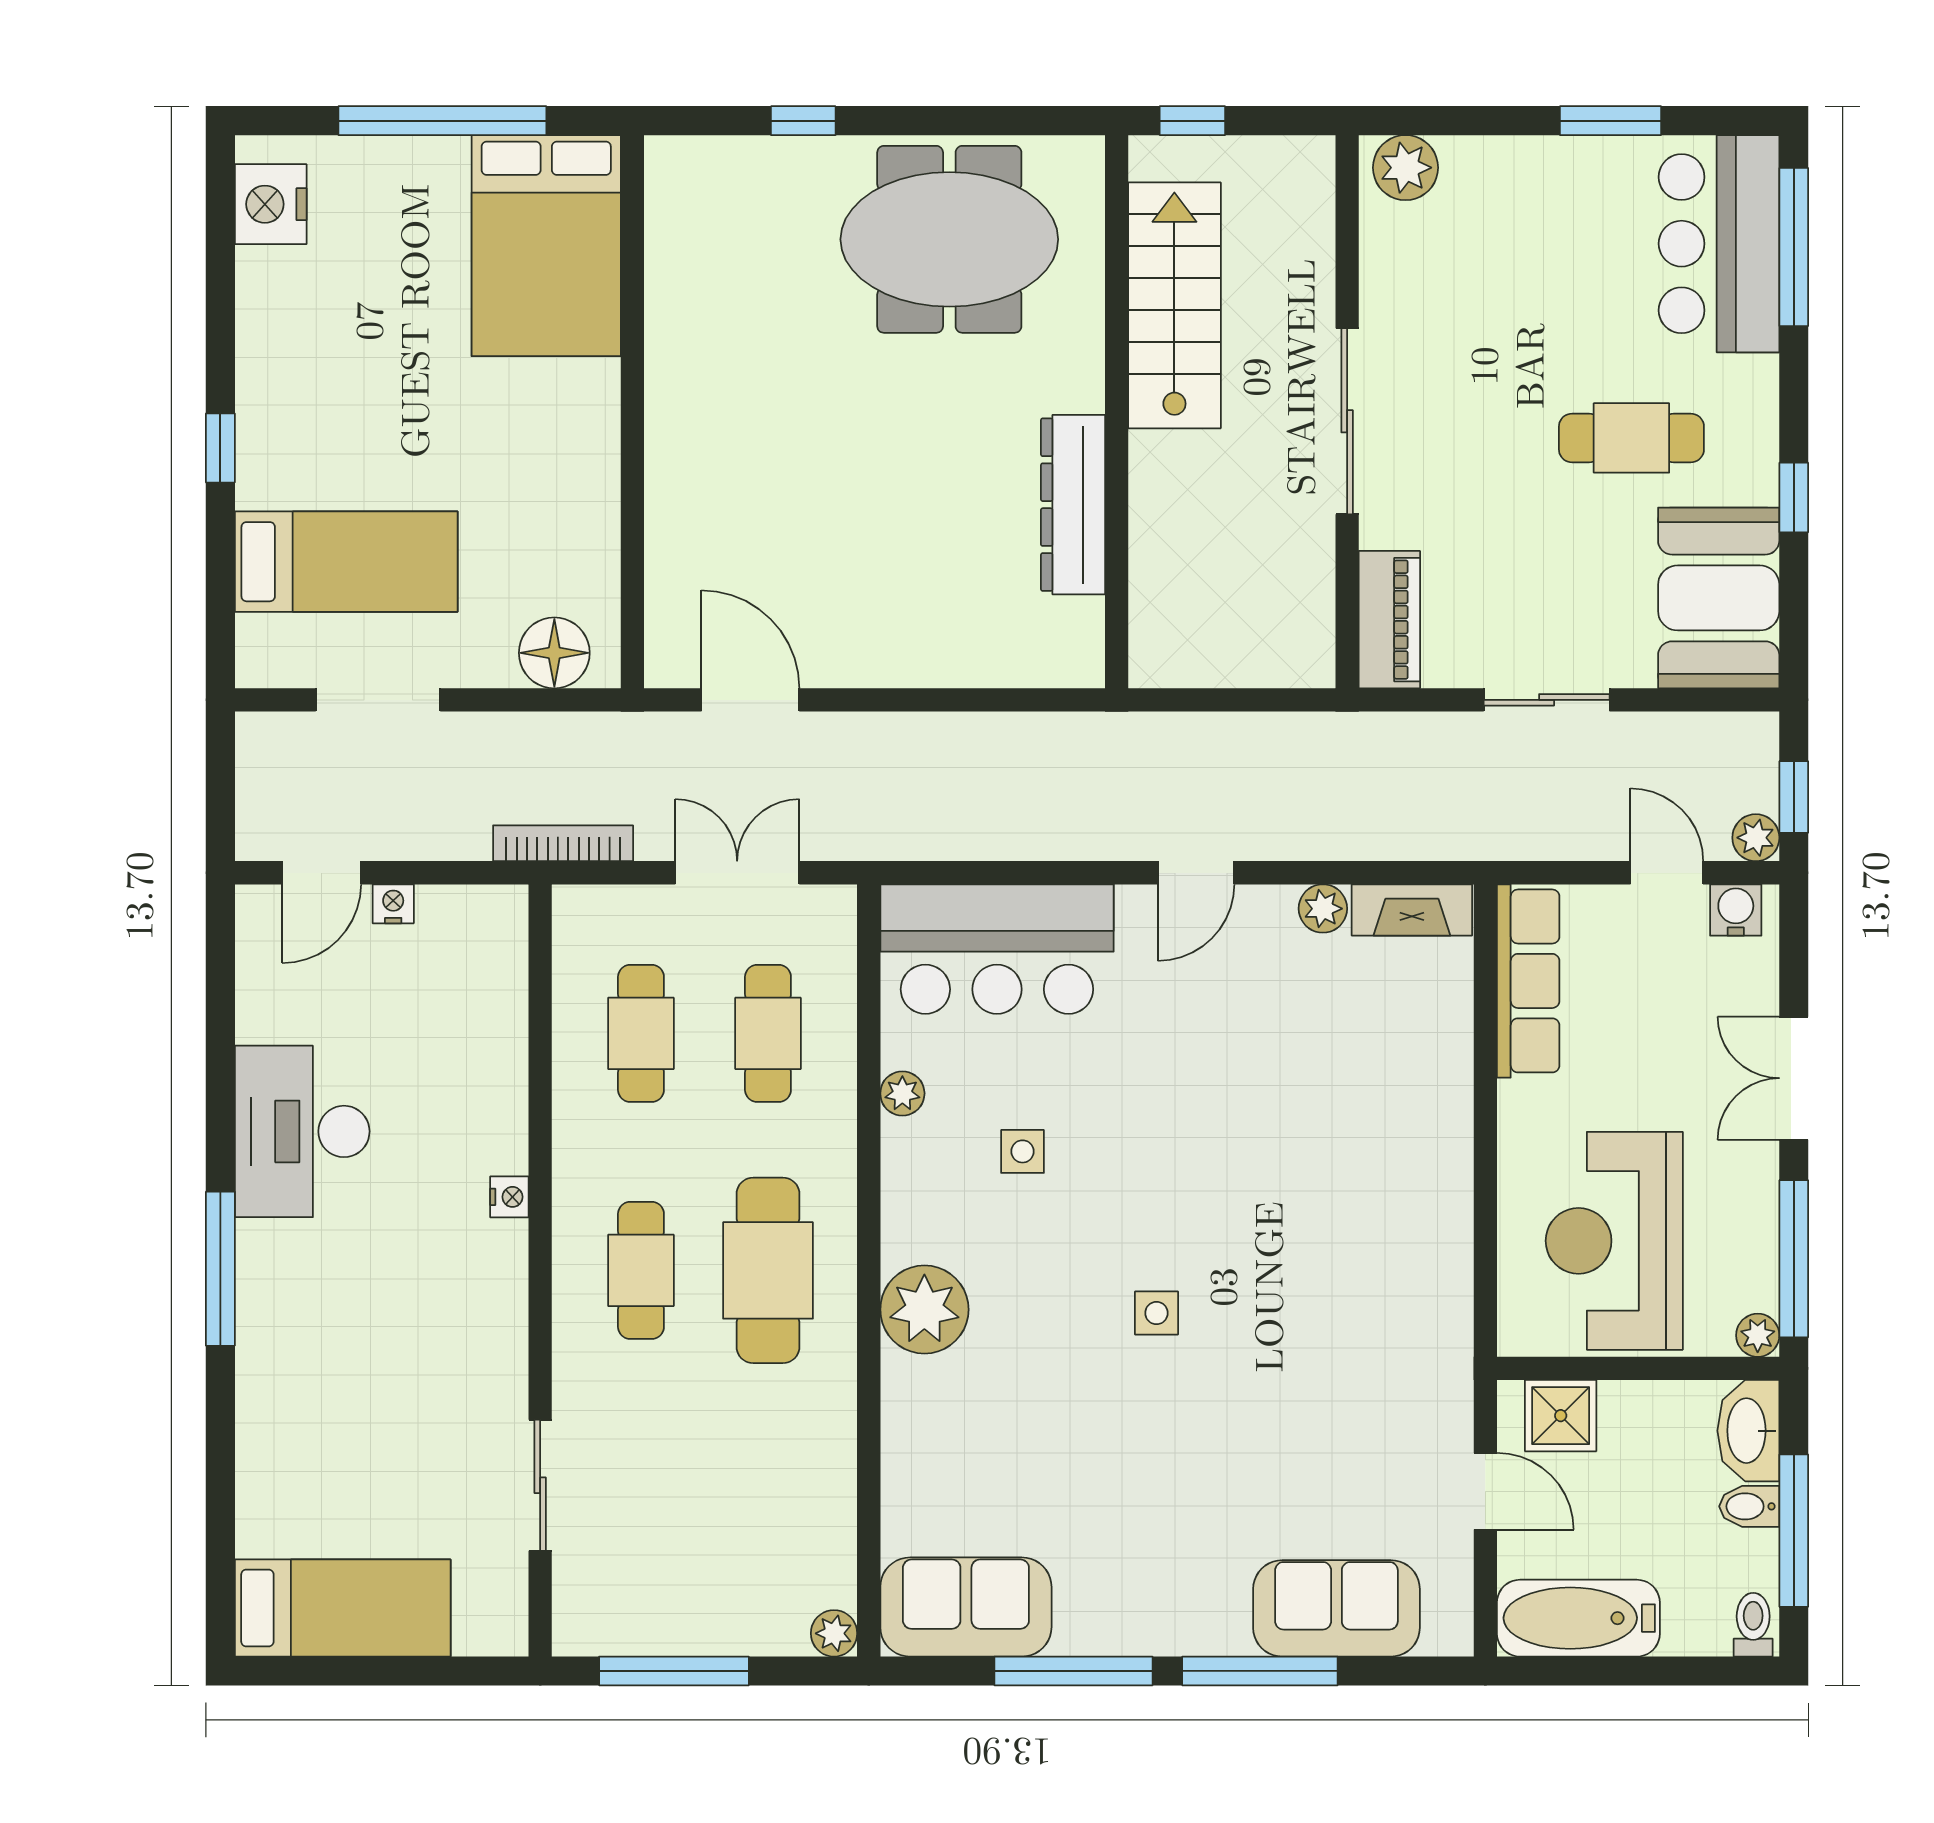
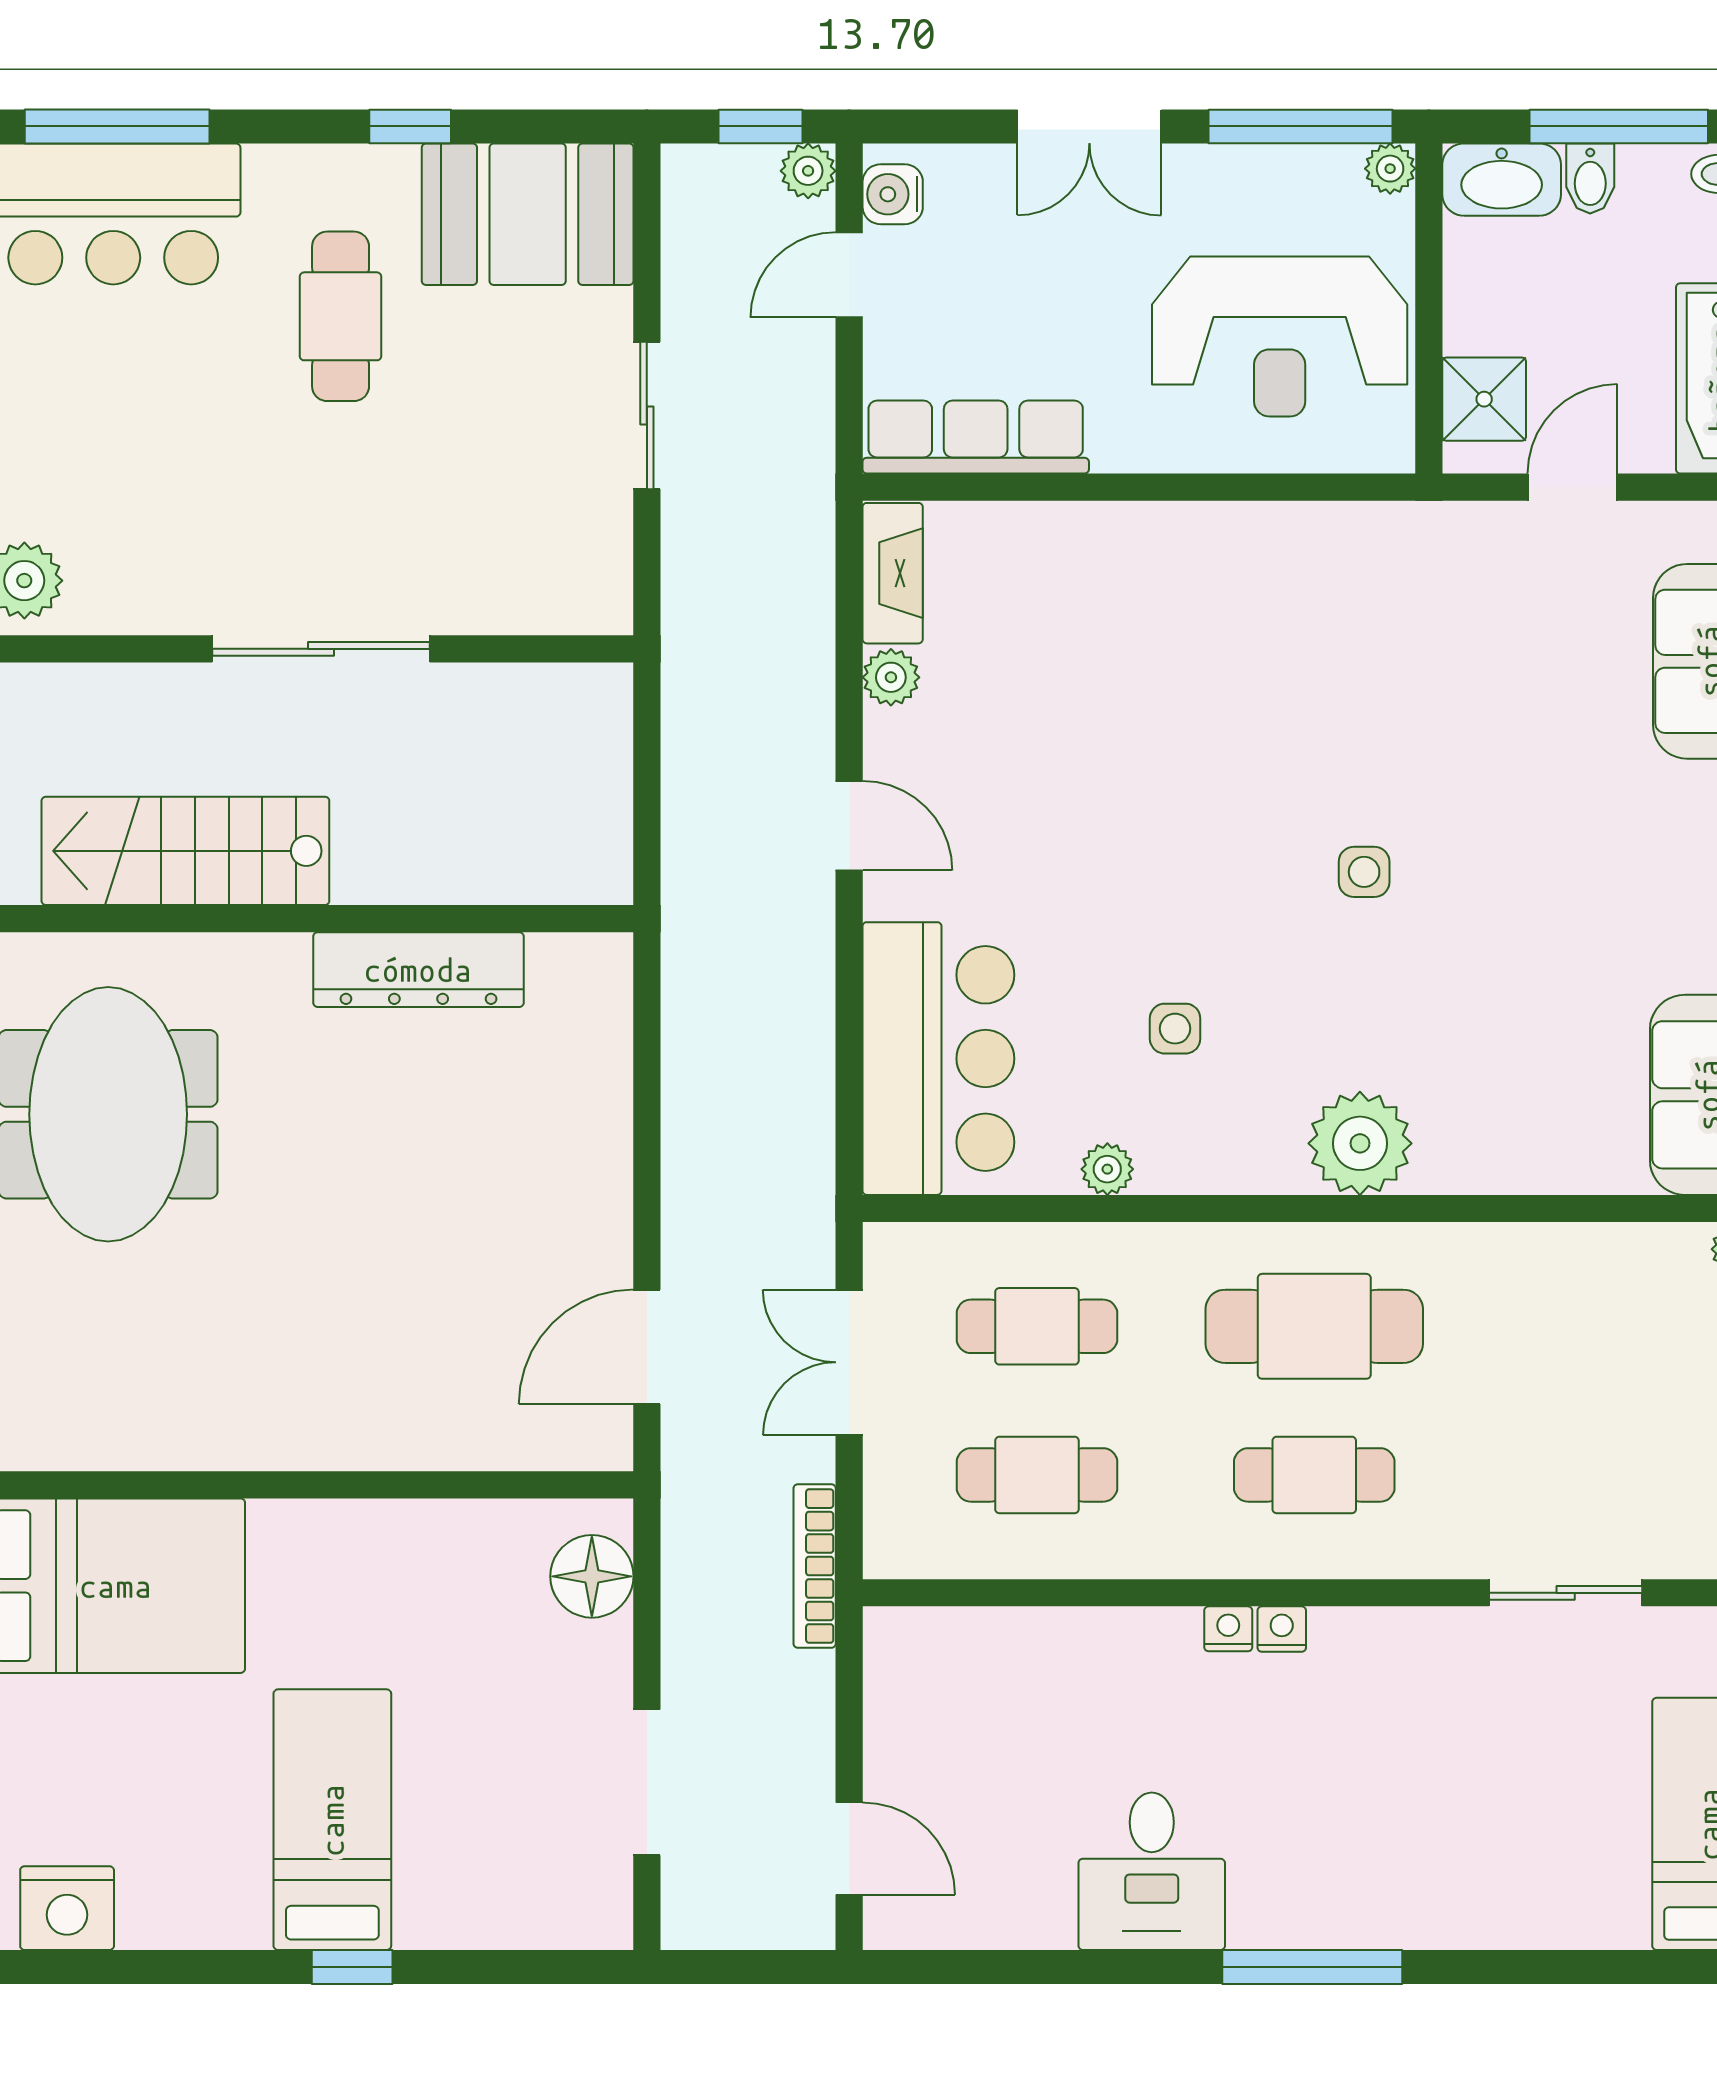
bed: (346, 562) -> (332, 1820), moved
piano: (1389, 620) -> (553, 600), removed
nightstand: (393, 904) -> (1282, 1629), moved, turned 90
desk: (302, 1131) -> (1152, 1871), width x0.73

